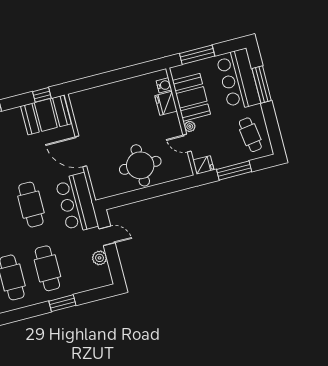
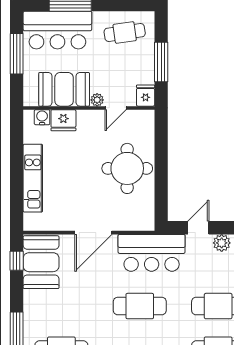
window: (197, 55) -> (17, 54), moved
kitchen unit: (112, 91) -> (33, 178), added

